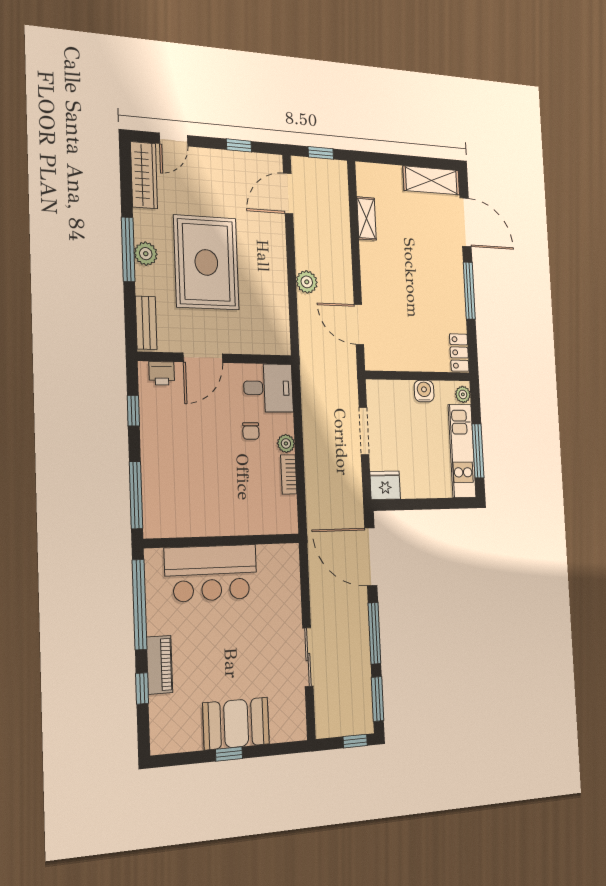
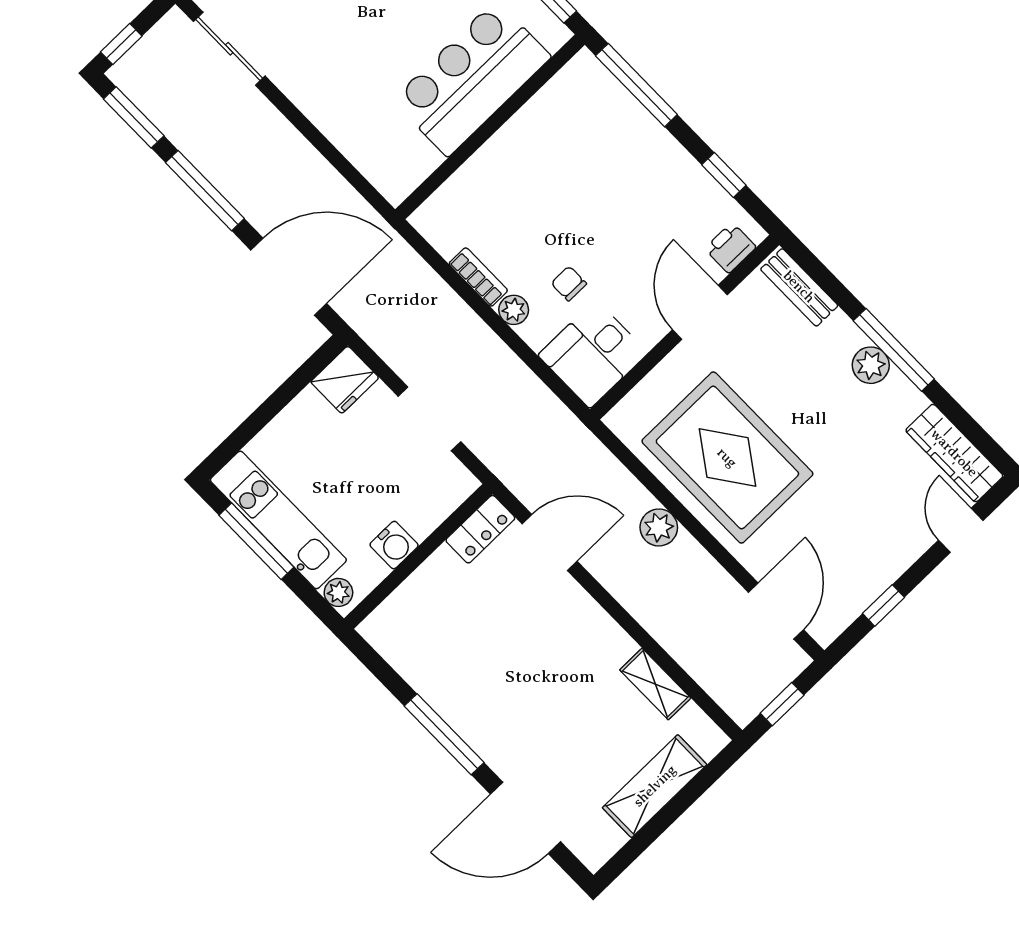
shelving: (431, 180) -> (655, 786), moved
rug: (206, 262) -> (727, 458), moved
locker: (459, 353) -> (480, 529), moved, turned 90
sliding door: (308, 657) -> (229, 49), moved

